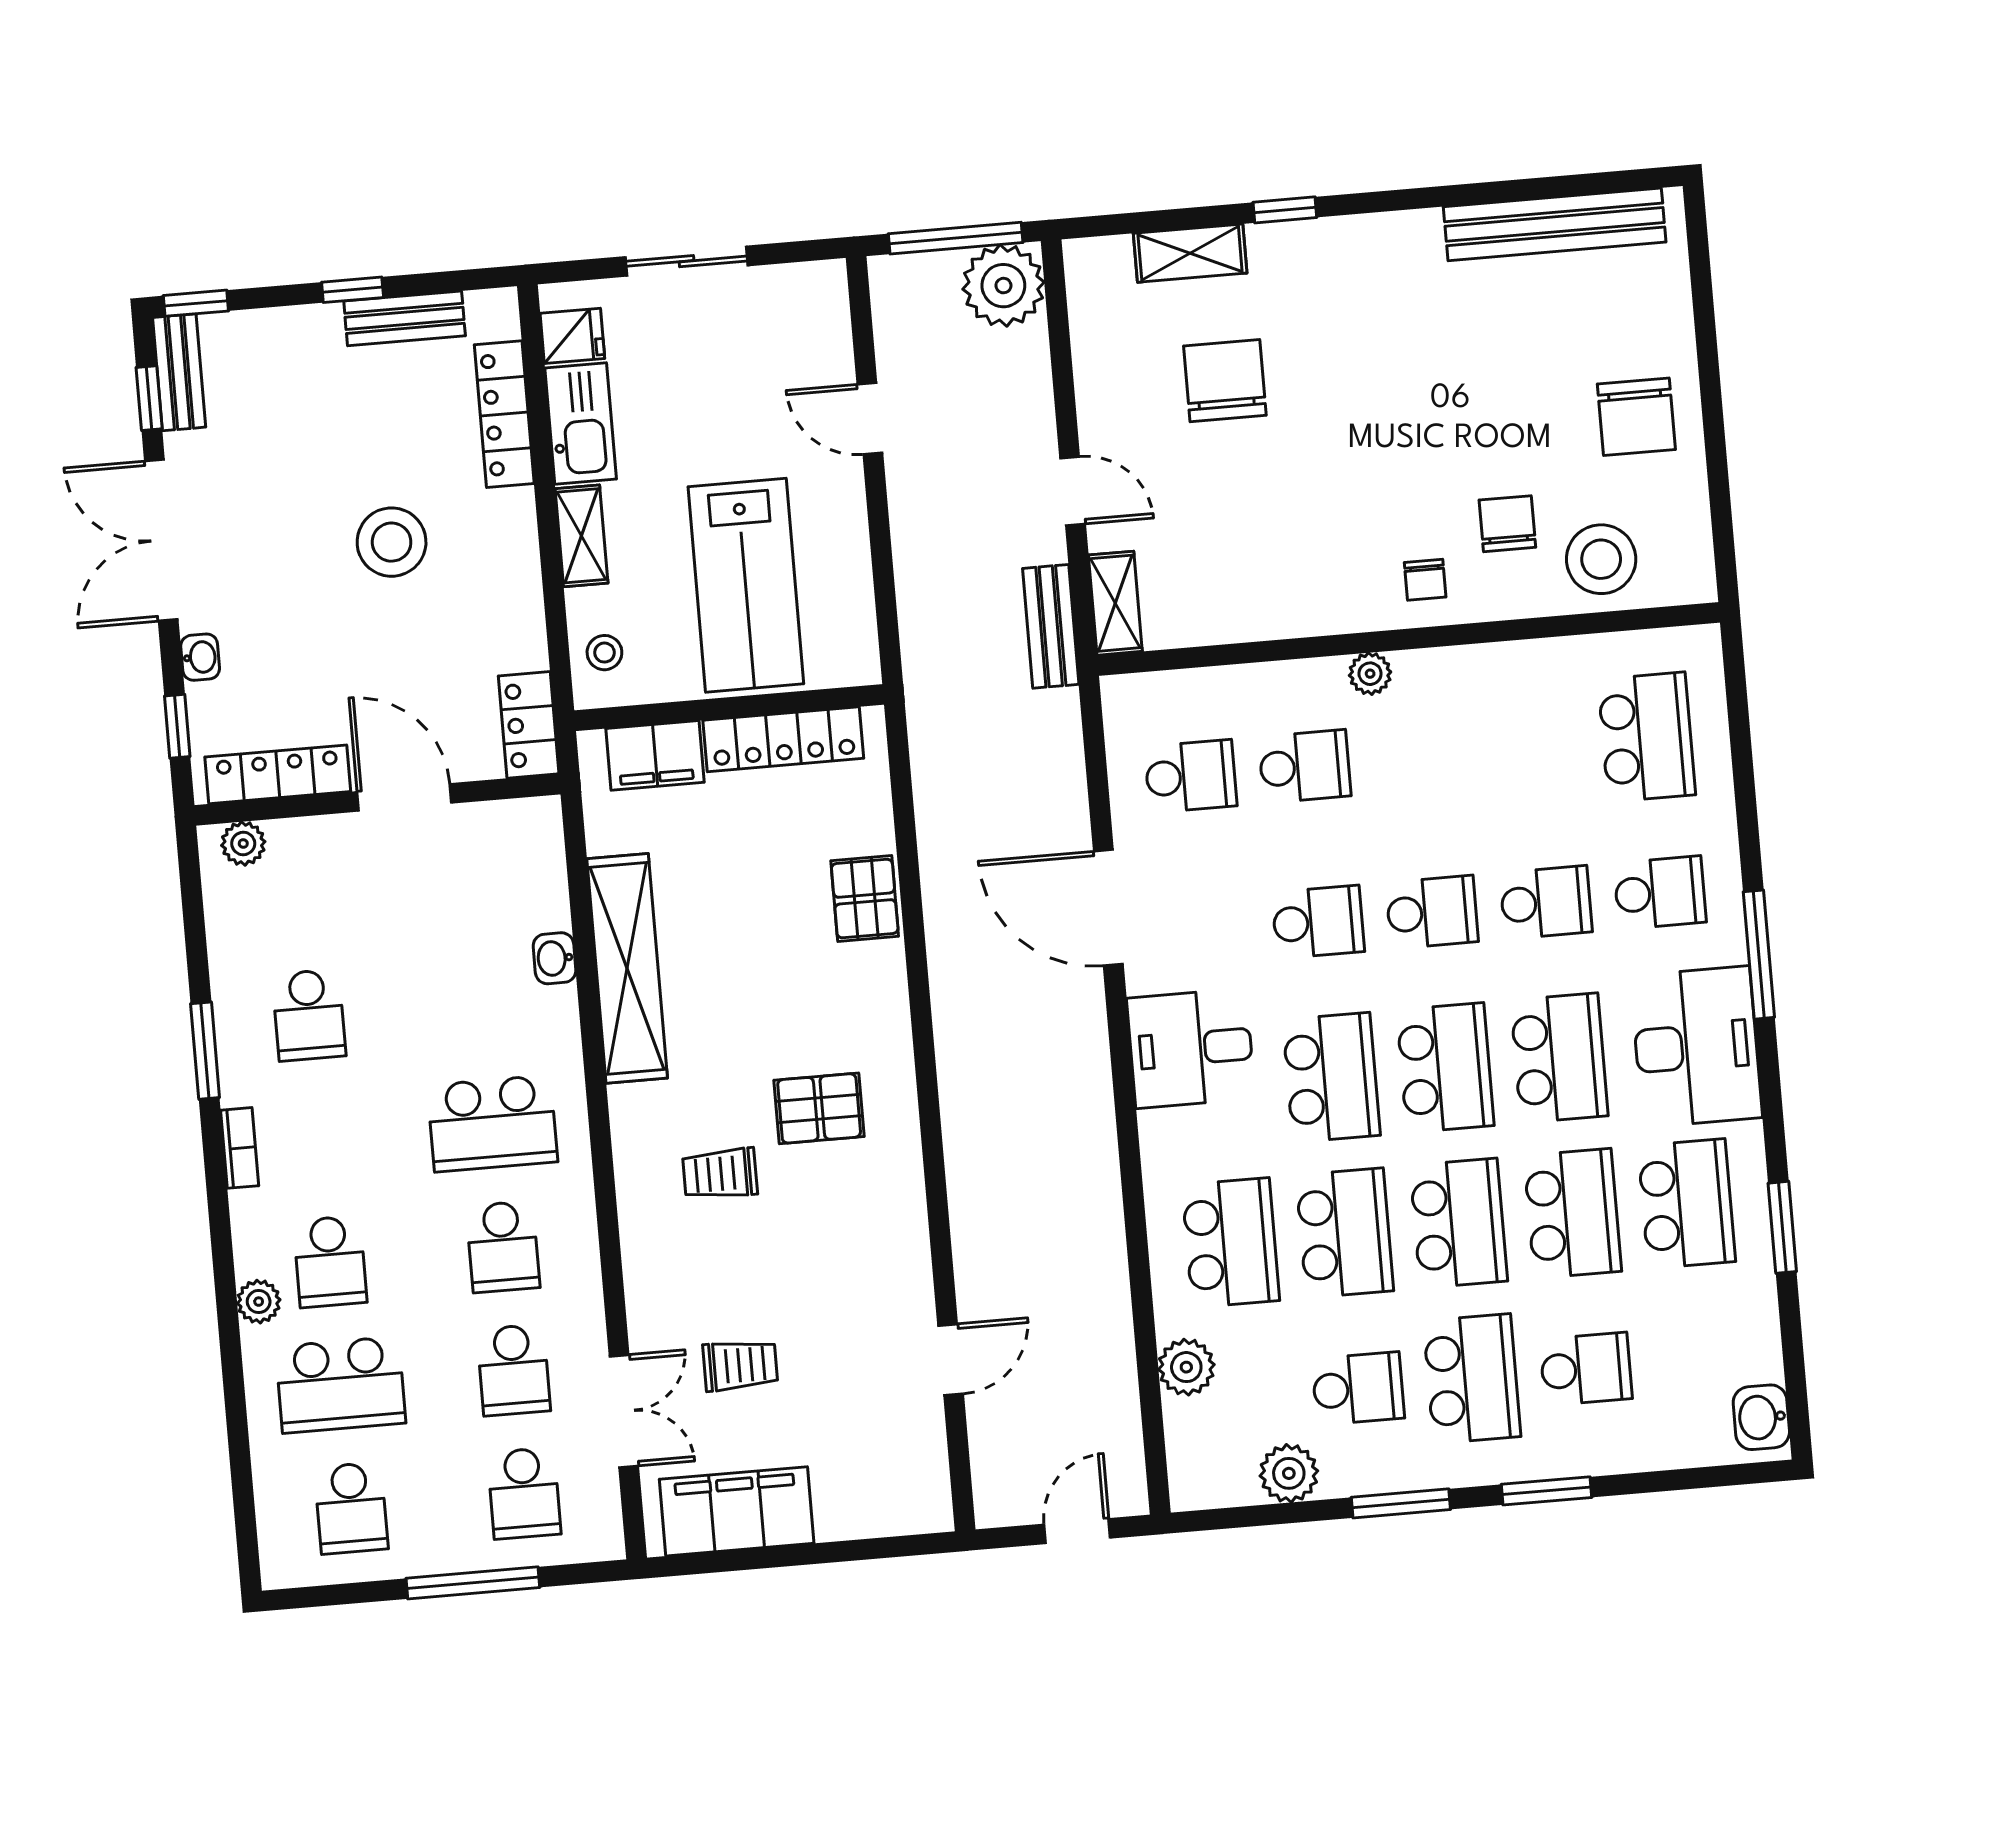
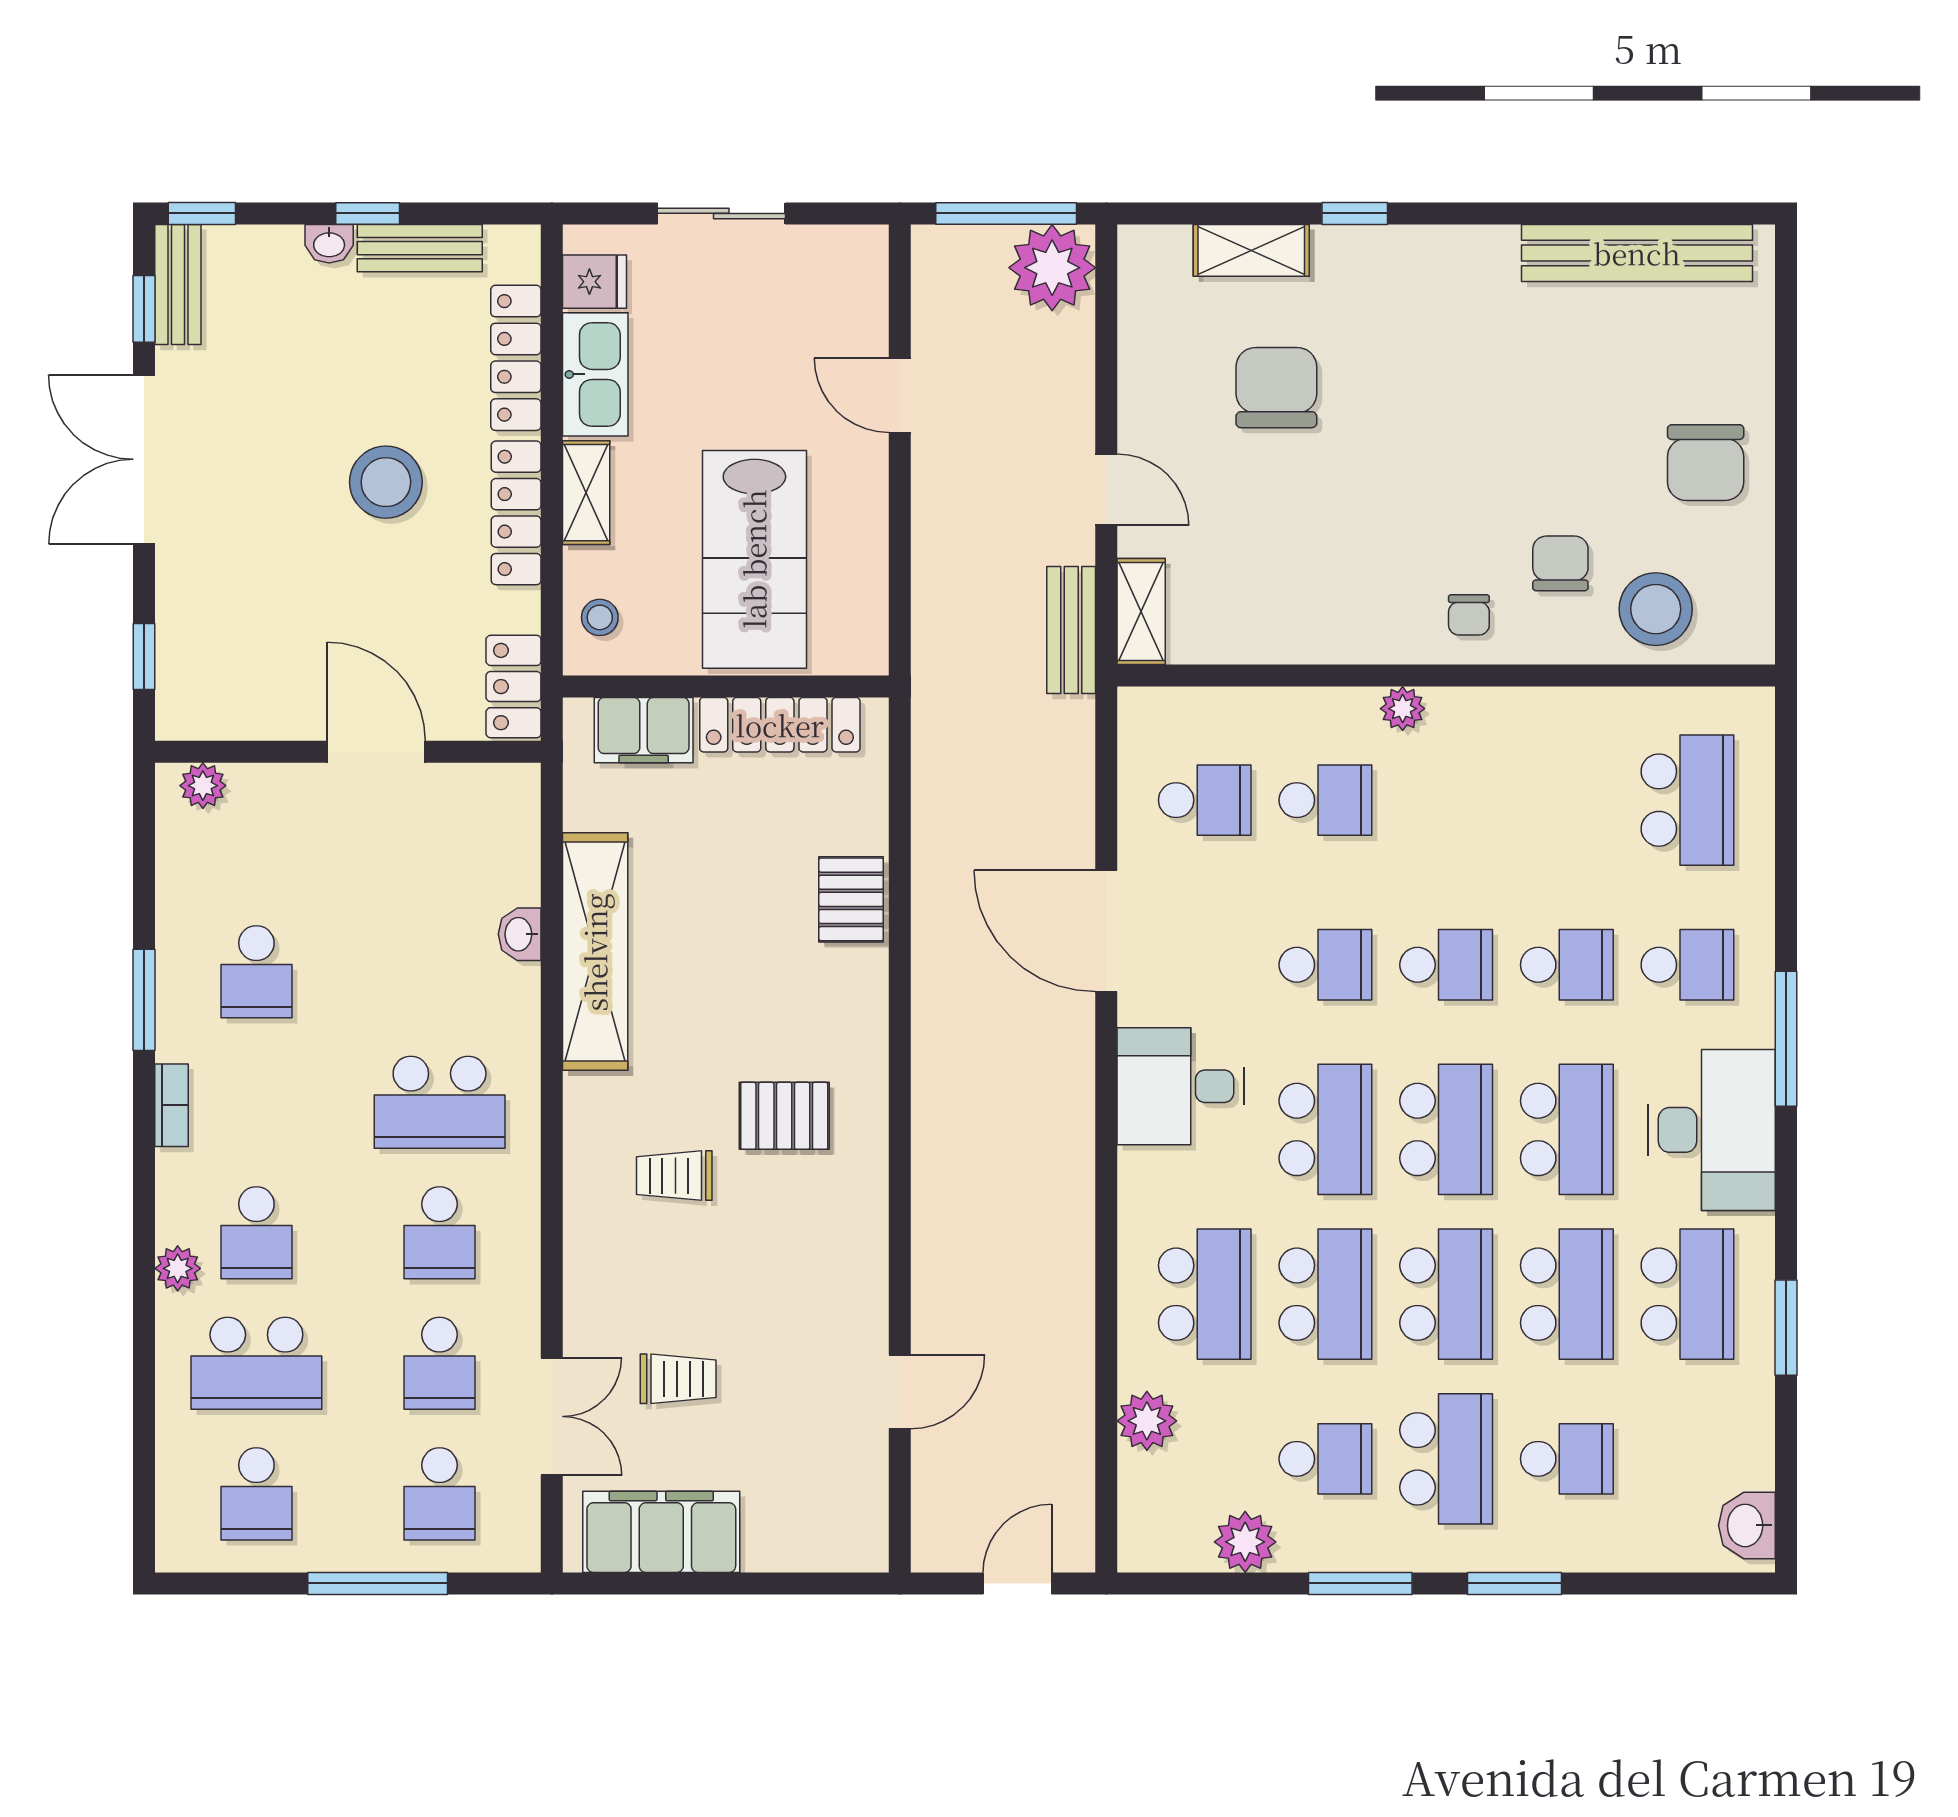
washbasin: (200, 657) -> (329, 244), moved, turned 90
locker: (278, 774) -> (516, 513), moved, turned -90

